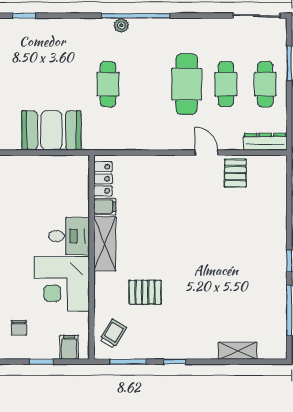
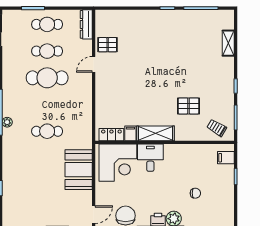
corner desk: (62, 284) -> (118, 163), moved
pallet: (145, 292) -> (188, 106), turned 90
chair: (19, 328) -> (195, 193), moved

